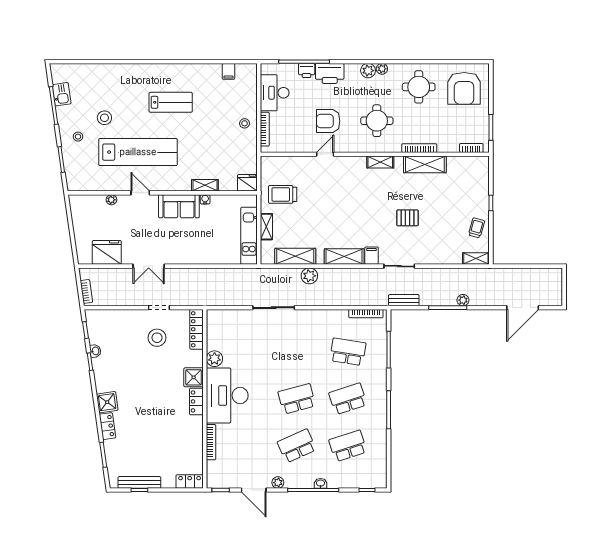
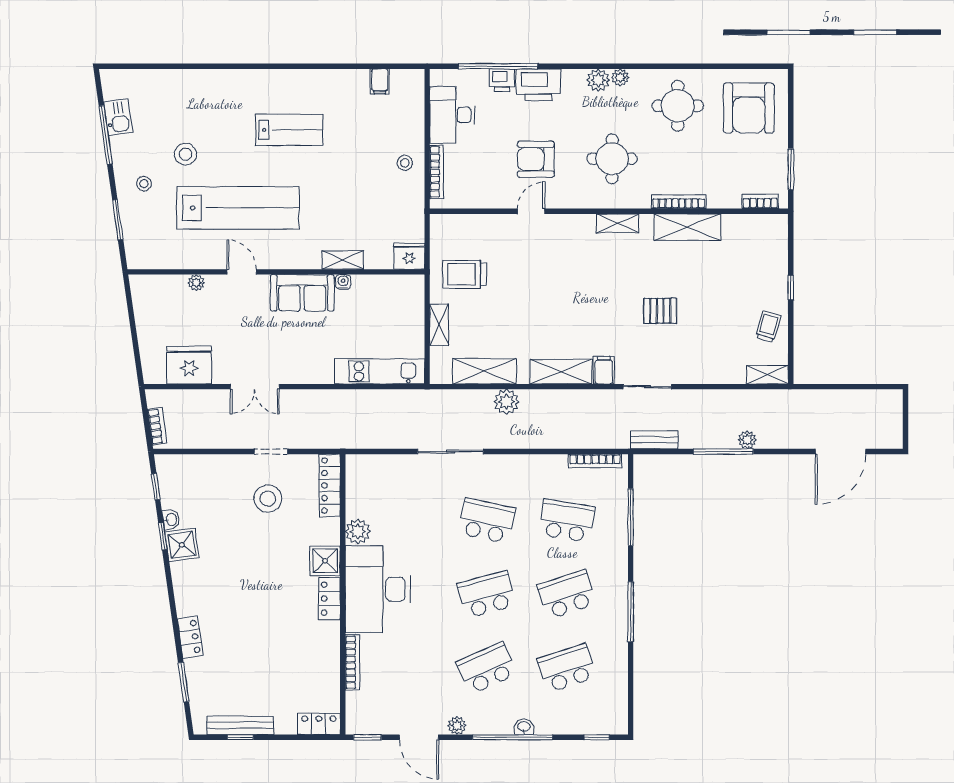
kitchen unit: (249, 236) -> (380, 371), moved, turned 90
school desk: (297, 352) -> (487, 521), added
shower: (107, 402) -> (182, 545), moved

